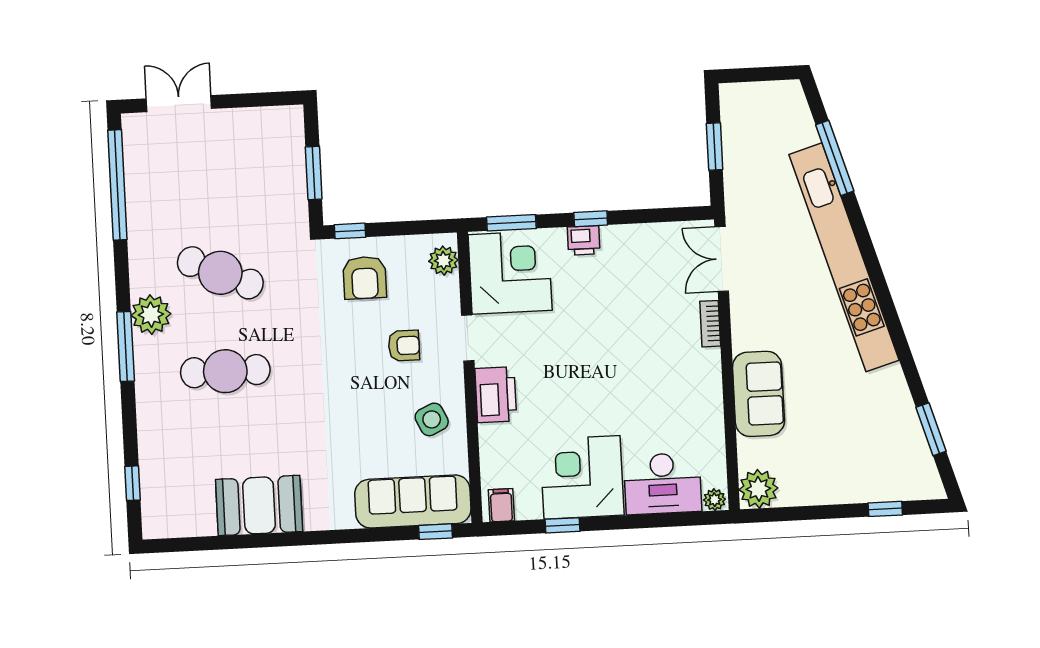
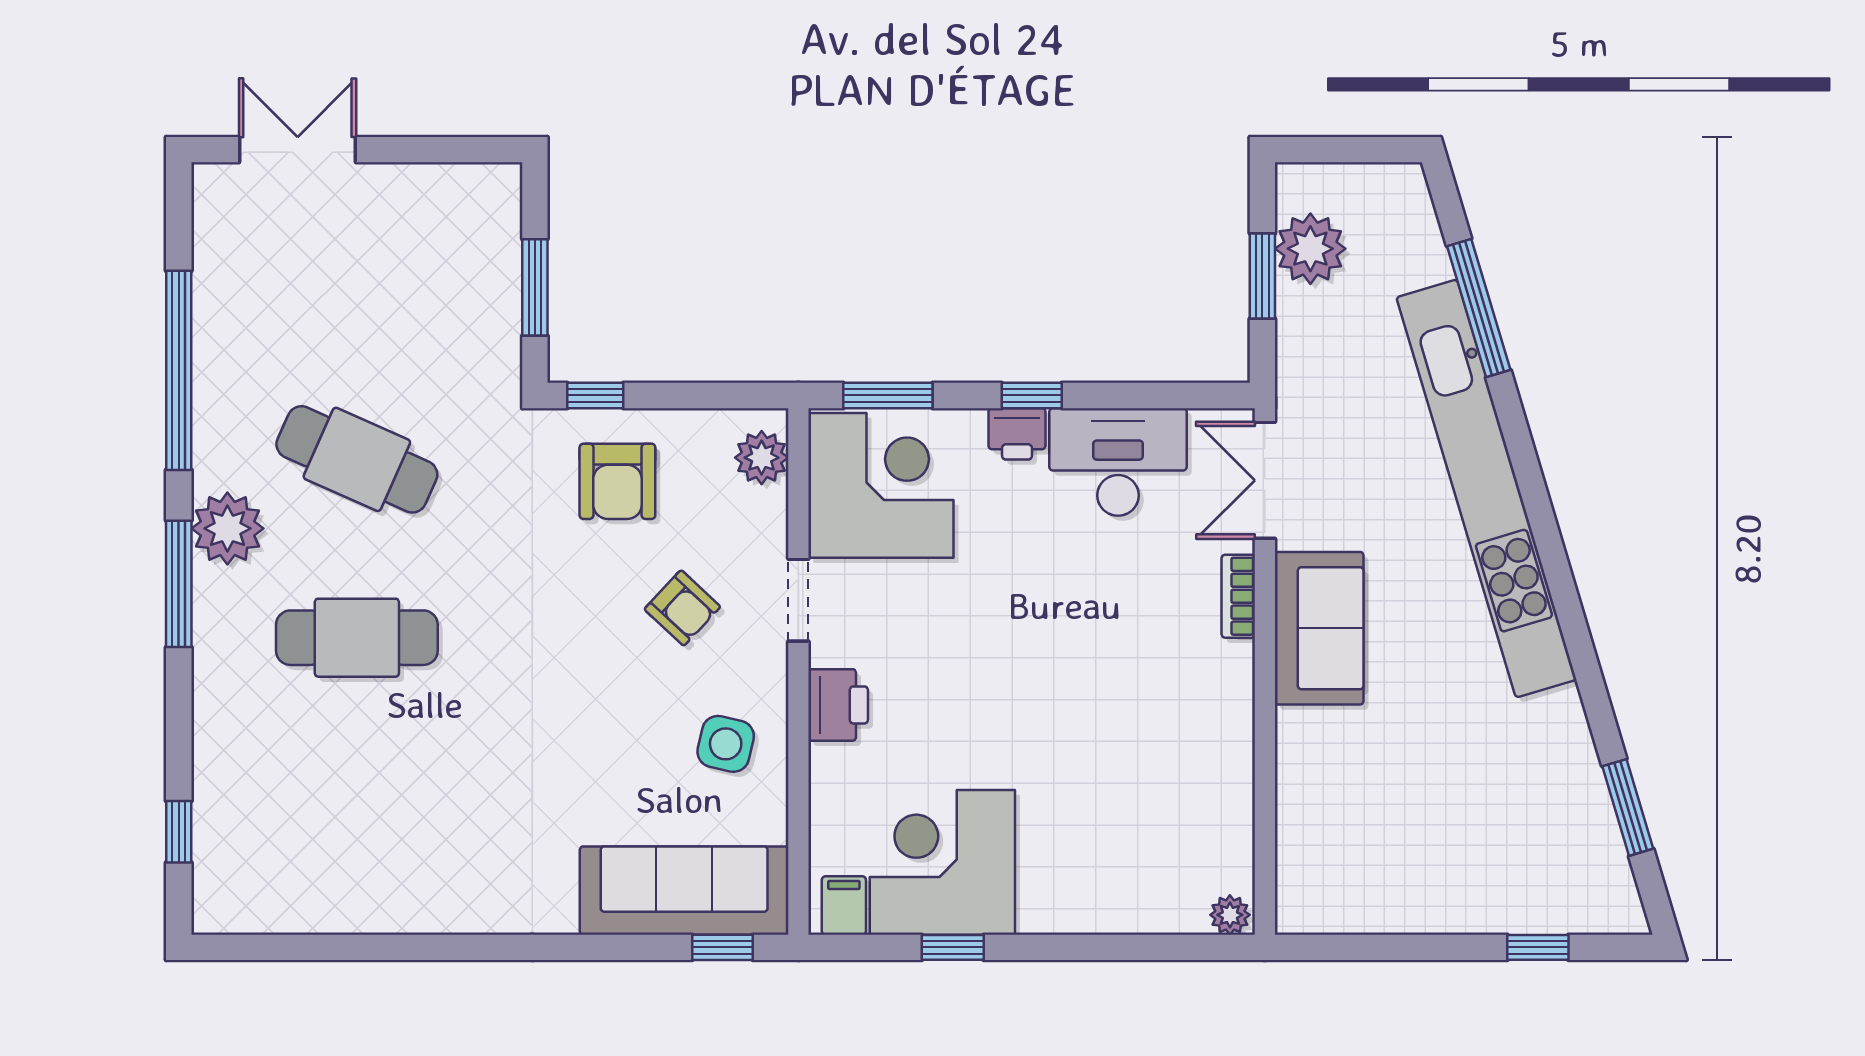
window: (117, 185) -> (179, 370), moved
armchair: (404, 346) -> (682, 608), turned 43
sofa: (758, 394) -> (1319, 628), moved
printer: (496, 395) -> (838, 705), width x0.73, depth x0.84
side table: (432, 419) -> (726, 744), turned 38
corner desk: (582, 477) -> (942, 862), moved
desk: (663, 483) -> (1118, 462), moved, turned 180
plant: (758, 489) -> (1310, 249), moved
booth: (259, 505) -> (406, 884), removed

